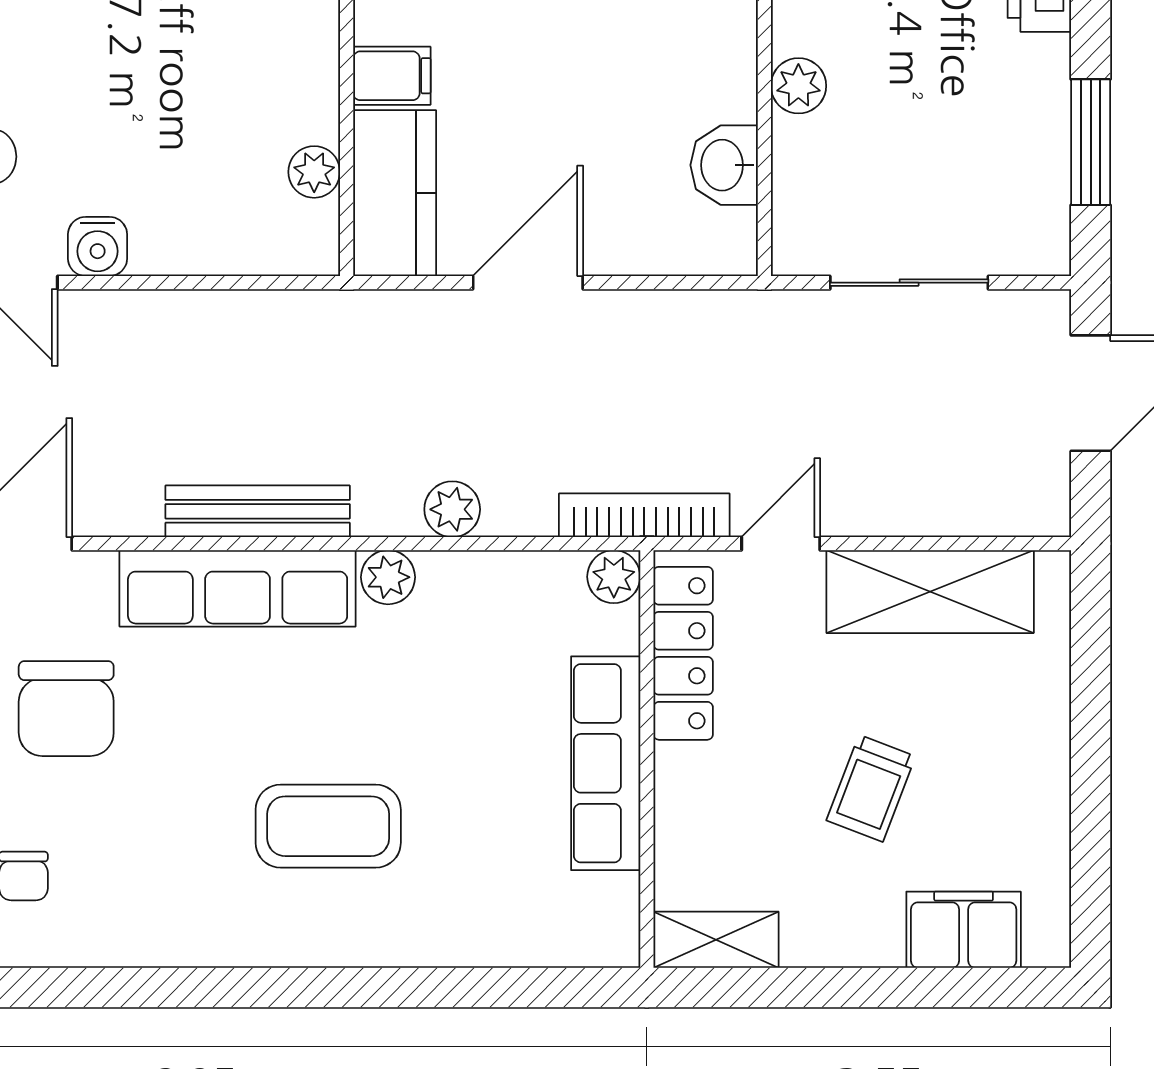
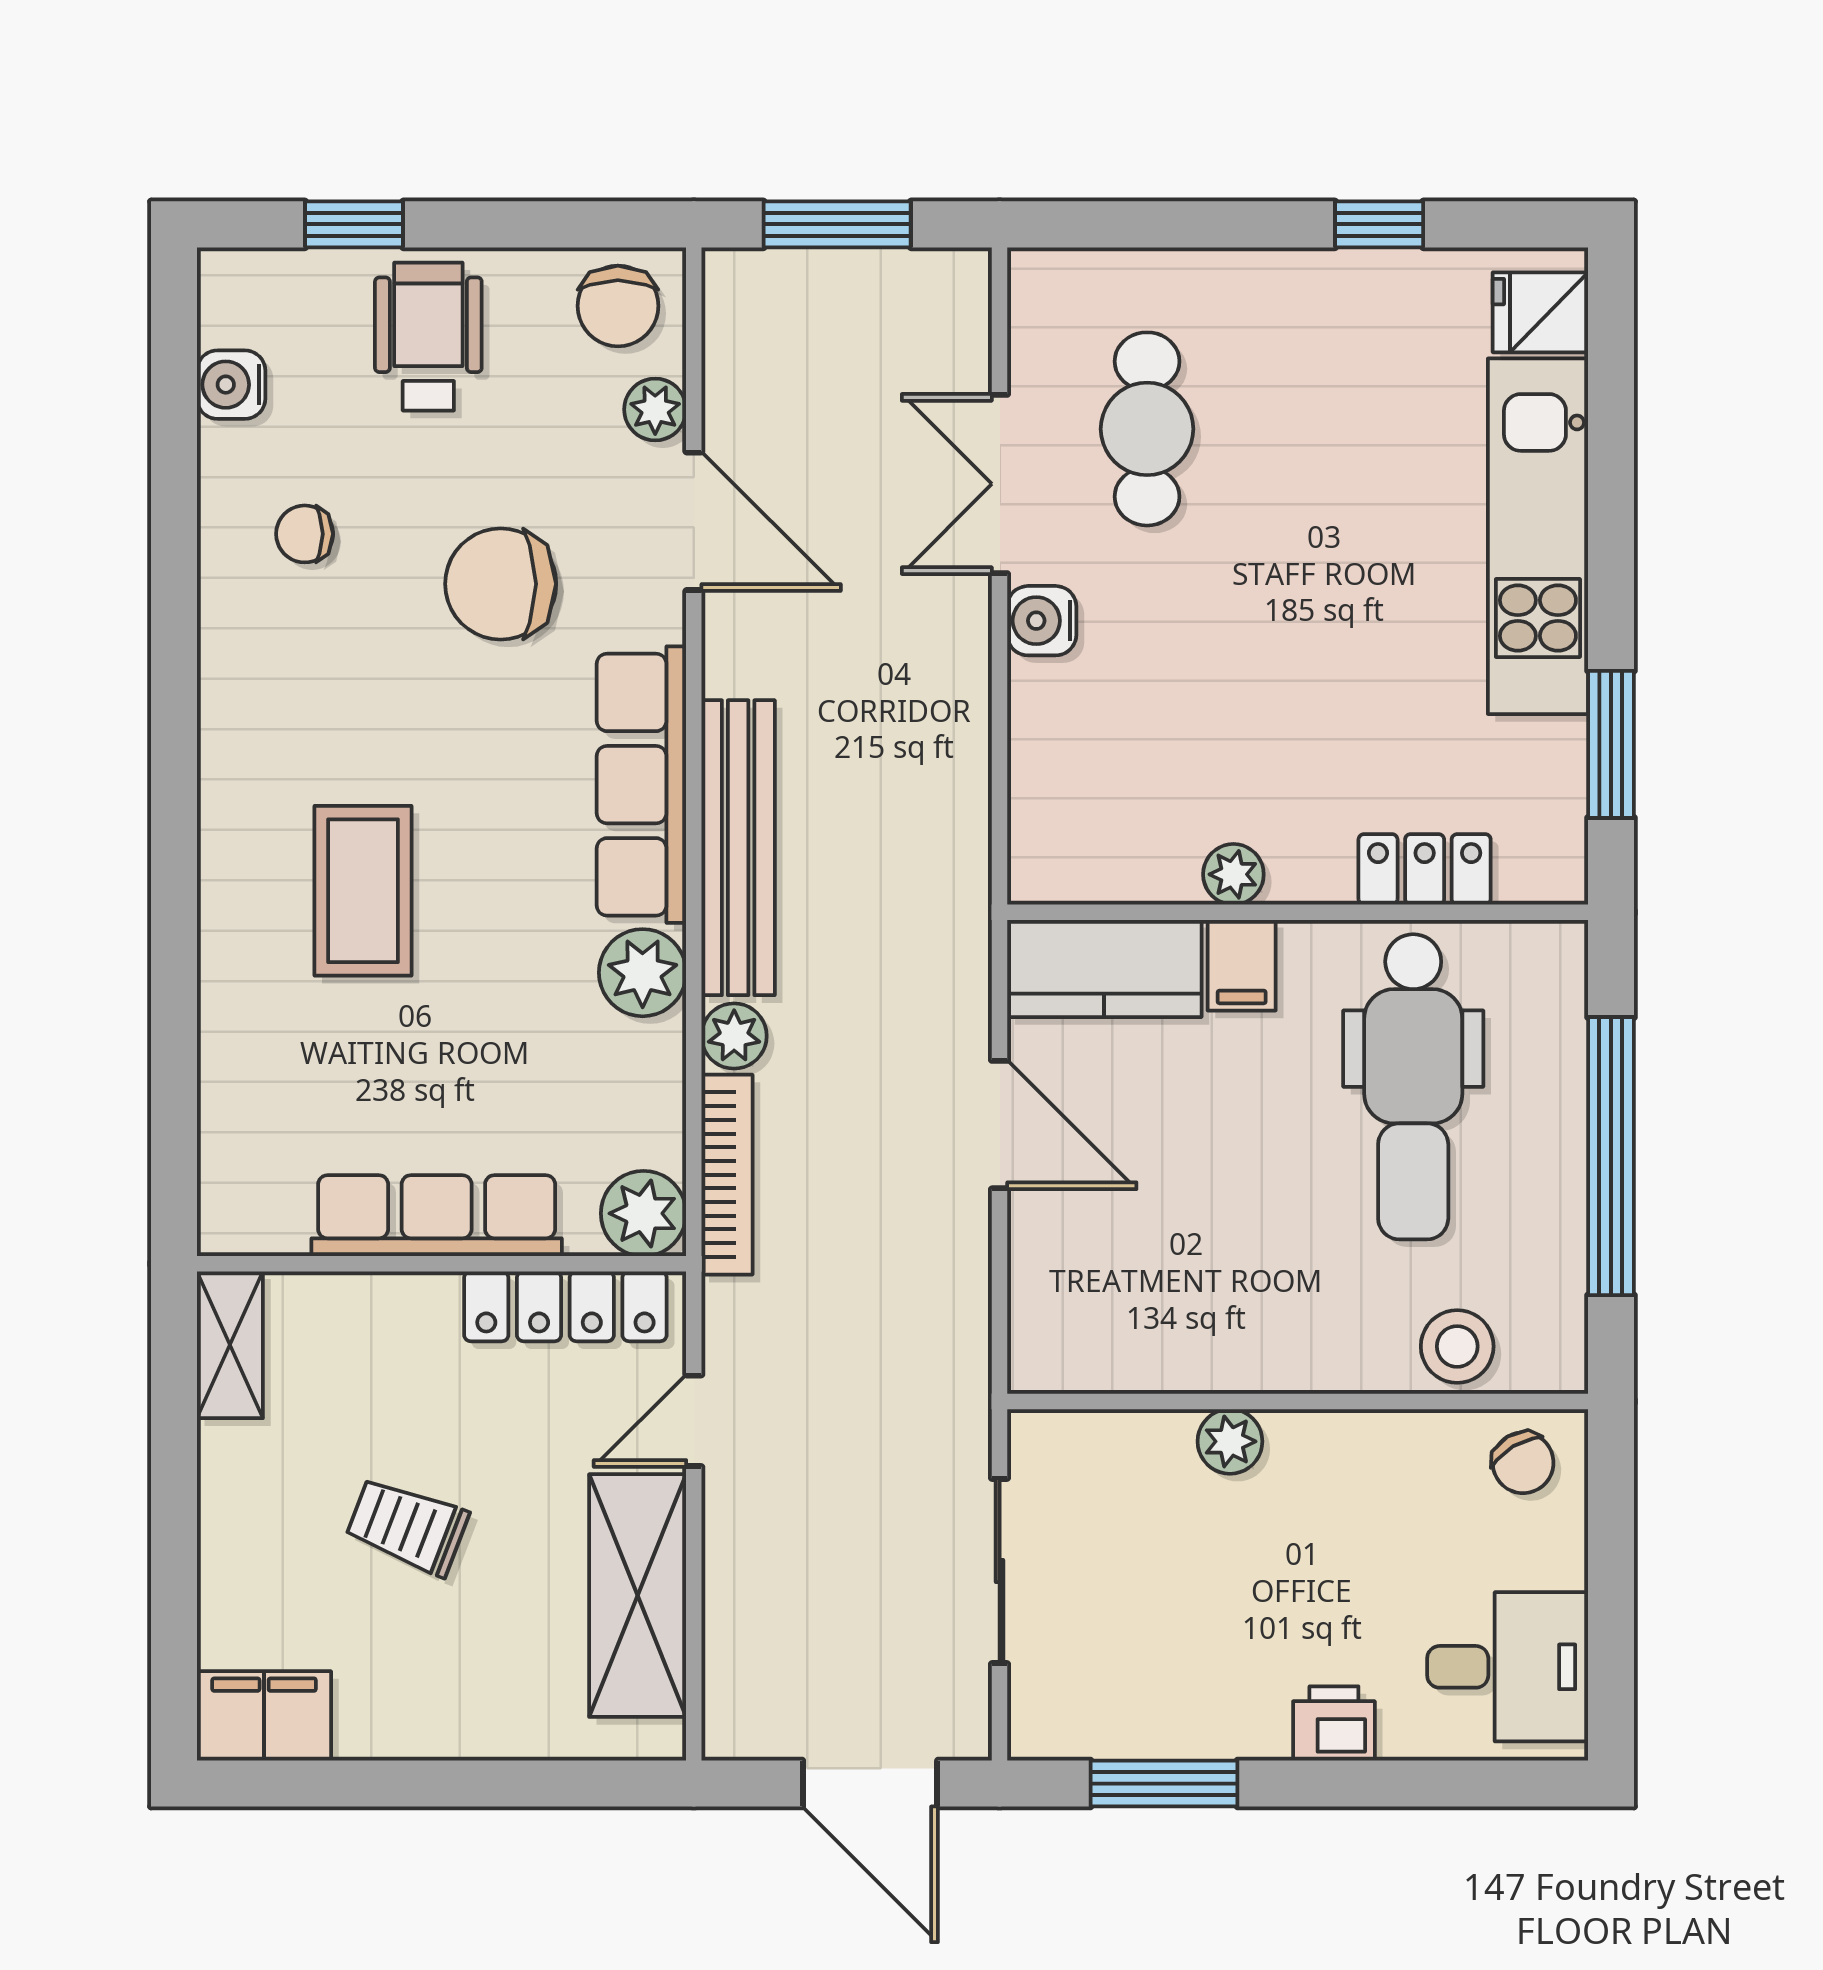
washbasin: (724, 165) -> (1137, 1354), removed
plant: (314, 172) -> (1233, 874), moved
bench: (258, 511) -> (738, 848), width x1.37, depth x1.21
bookcase: (644, 515) -> (727, 1175), moved
door: (781, 544) -> (694, 1421), swing flipped
plant: (388, 577) -> (643, 973), width x1.38, depth x1.38
plant: (614, 577) -> (643, 1213), width x1.38, depth x1.38
filing cabinet: (964, 930) -> (264, 1716), moved, turned -90

